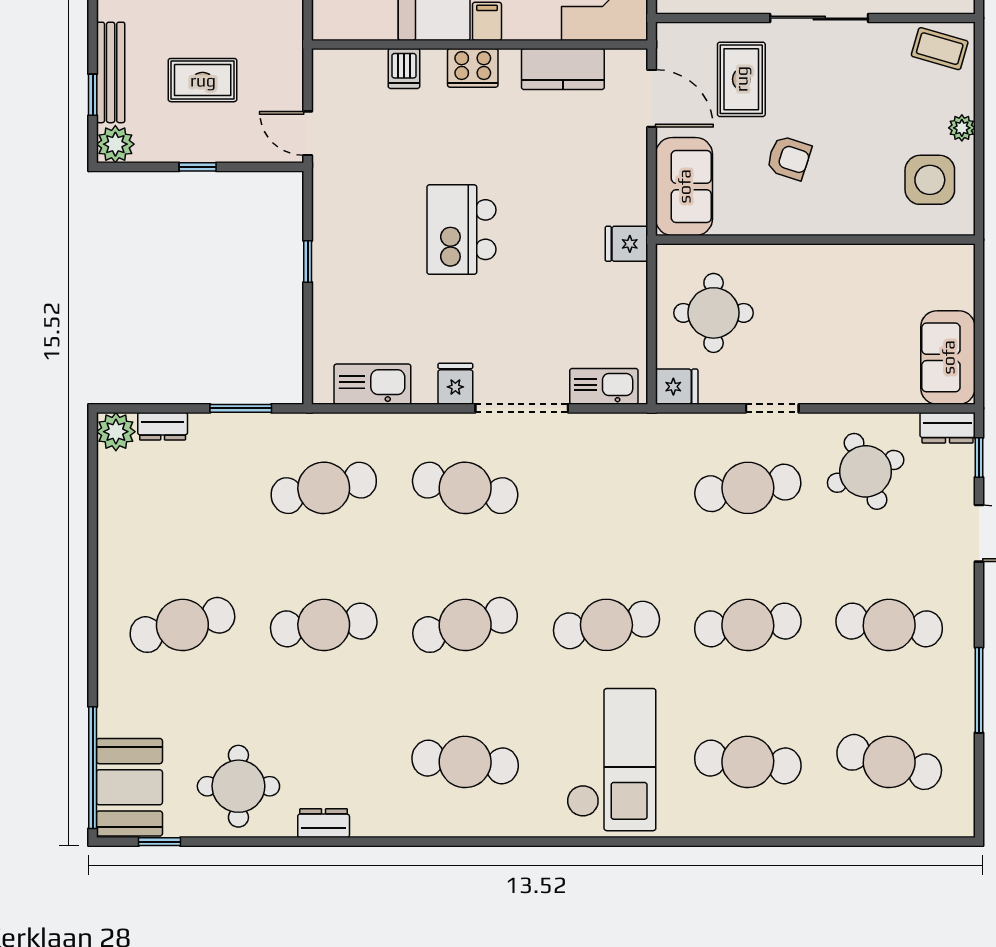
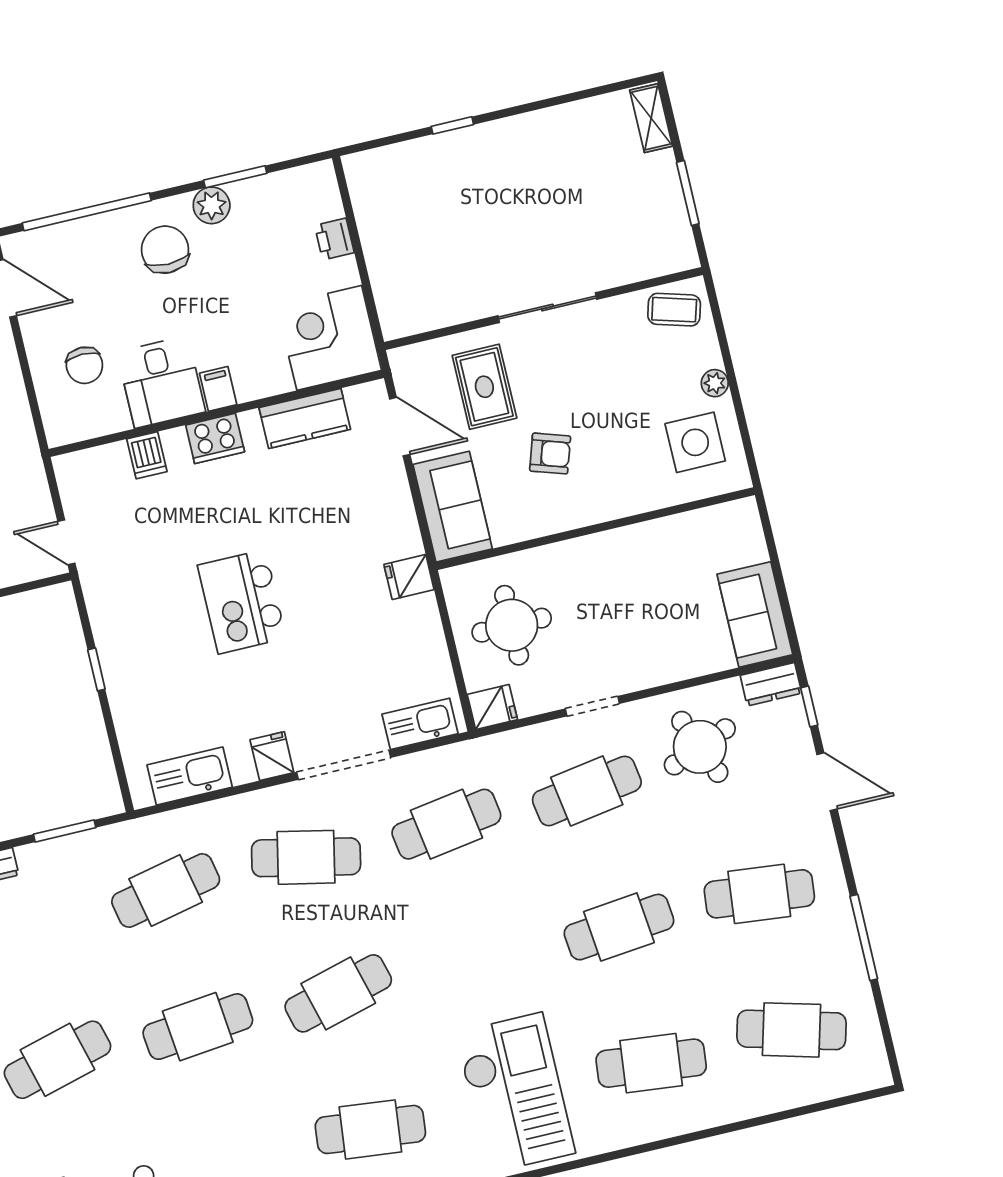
cafe table: (606, 625) -> (446, 824), moved

